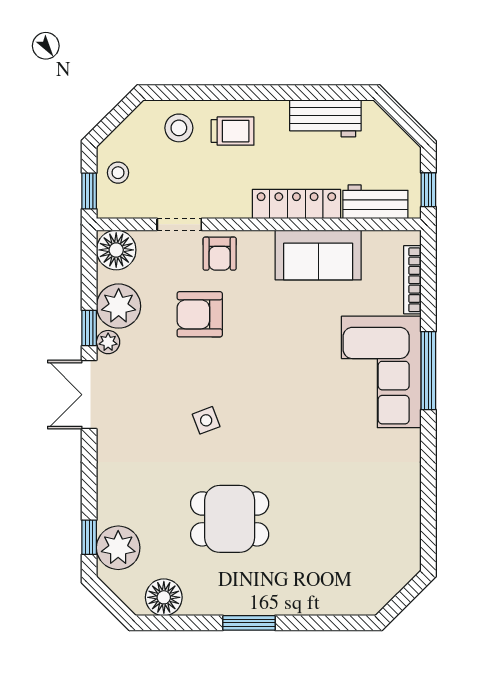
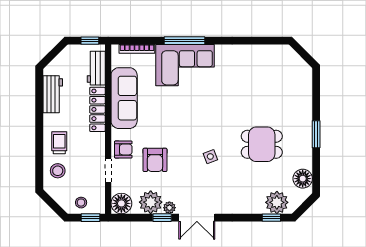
sofa: (318, 255) -> (124, 98), width x1.36
dining table: (230, 519) -> (262, 144), turned 90

